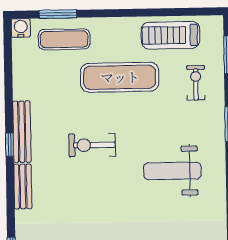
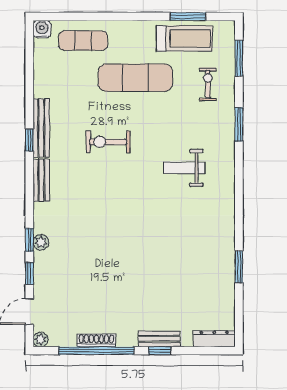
window: (58, 14) -> (188, 17), moved
treadmill: (170, 35) -> (185, 39), turned 180
weight bench: (172, 171) -> (184, 168), width x0.73, depth x0.75

